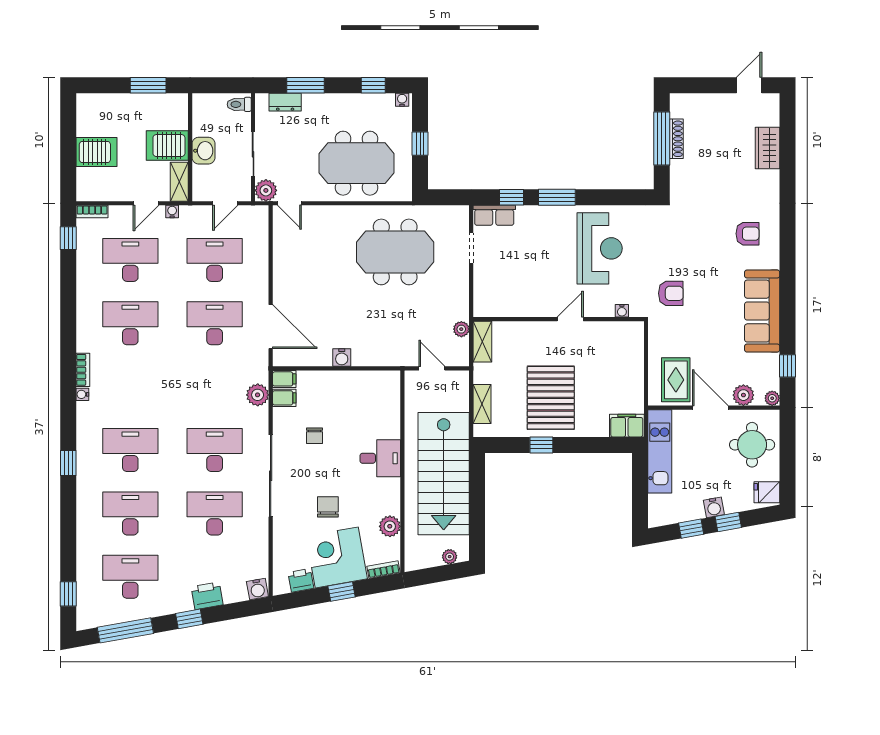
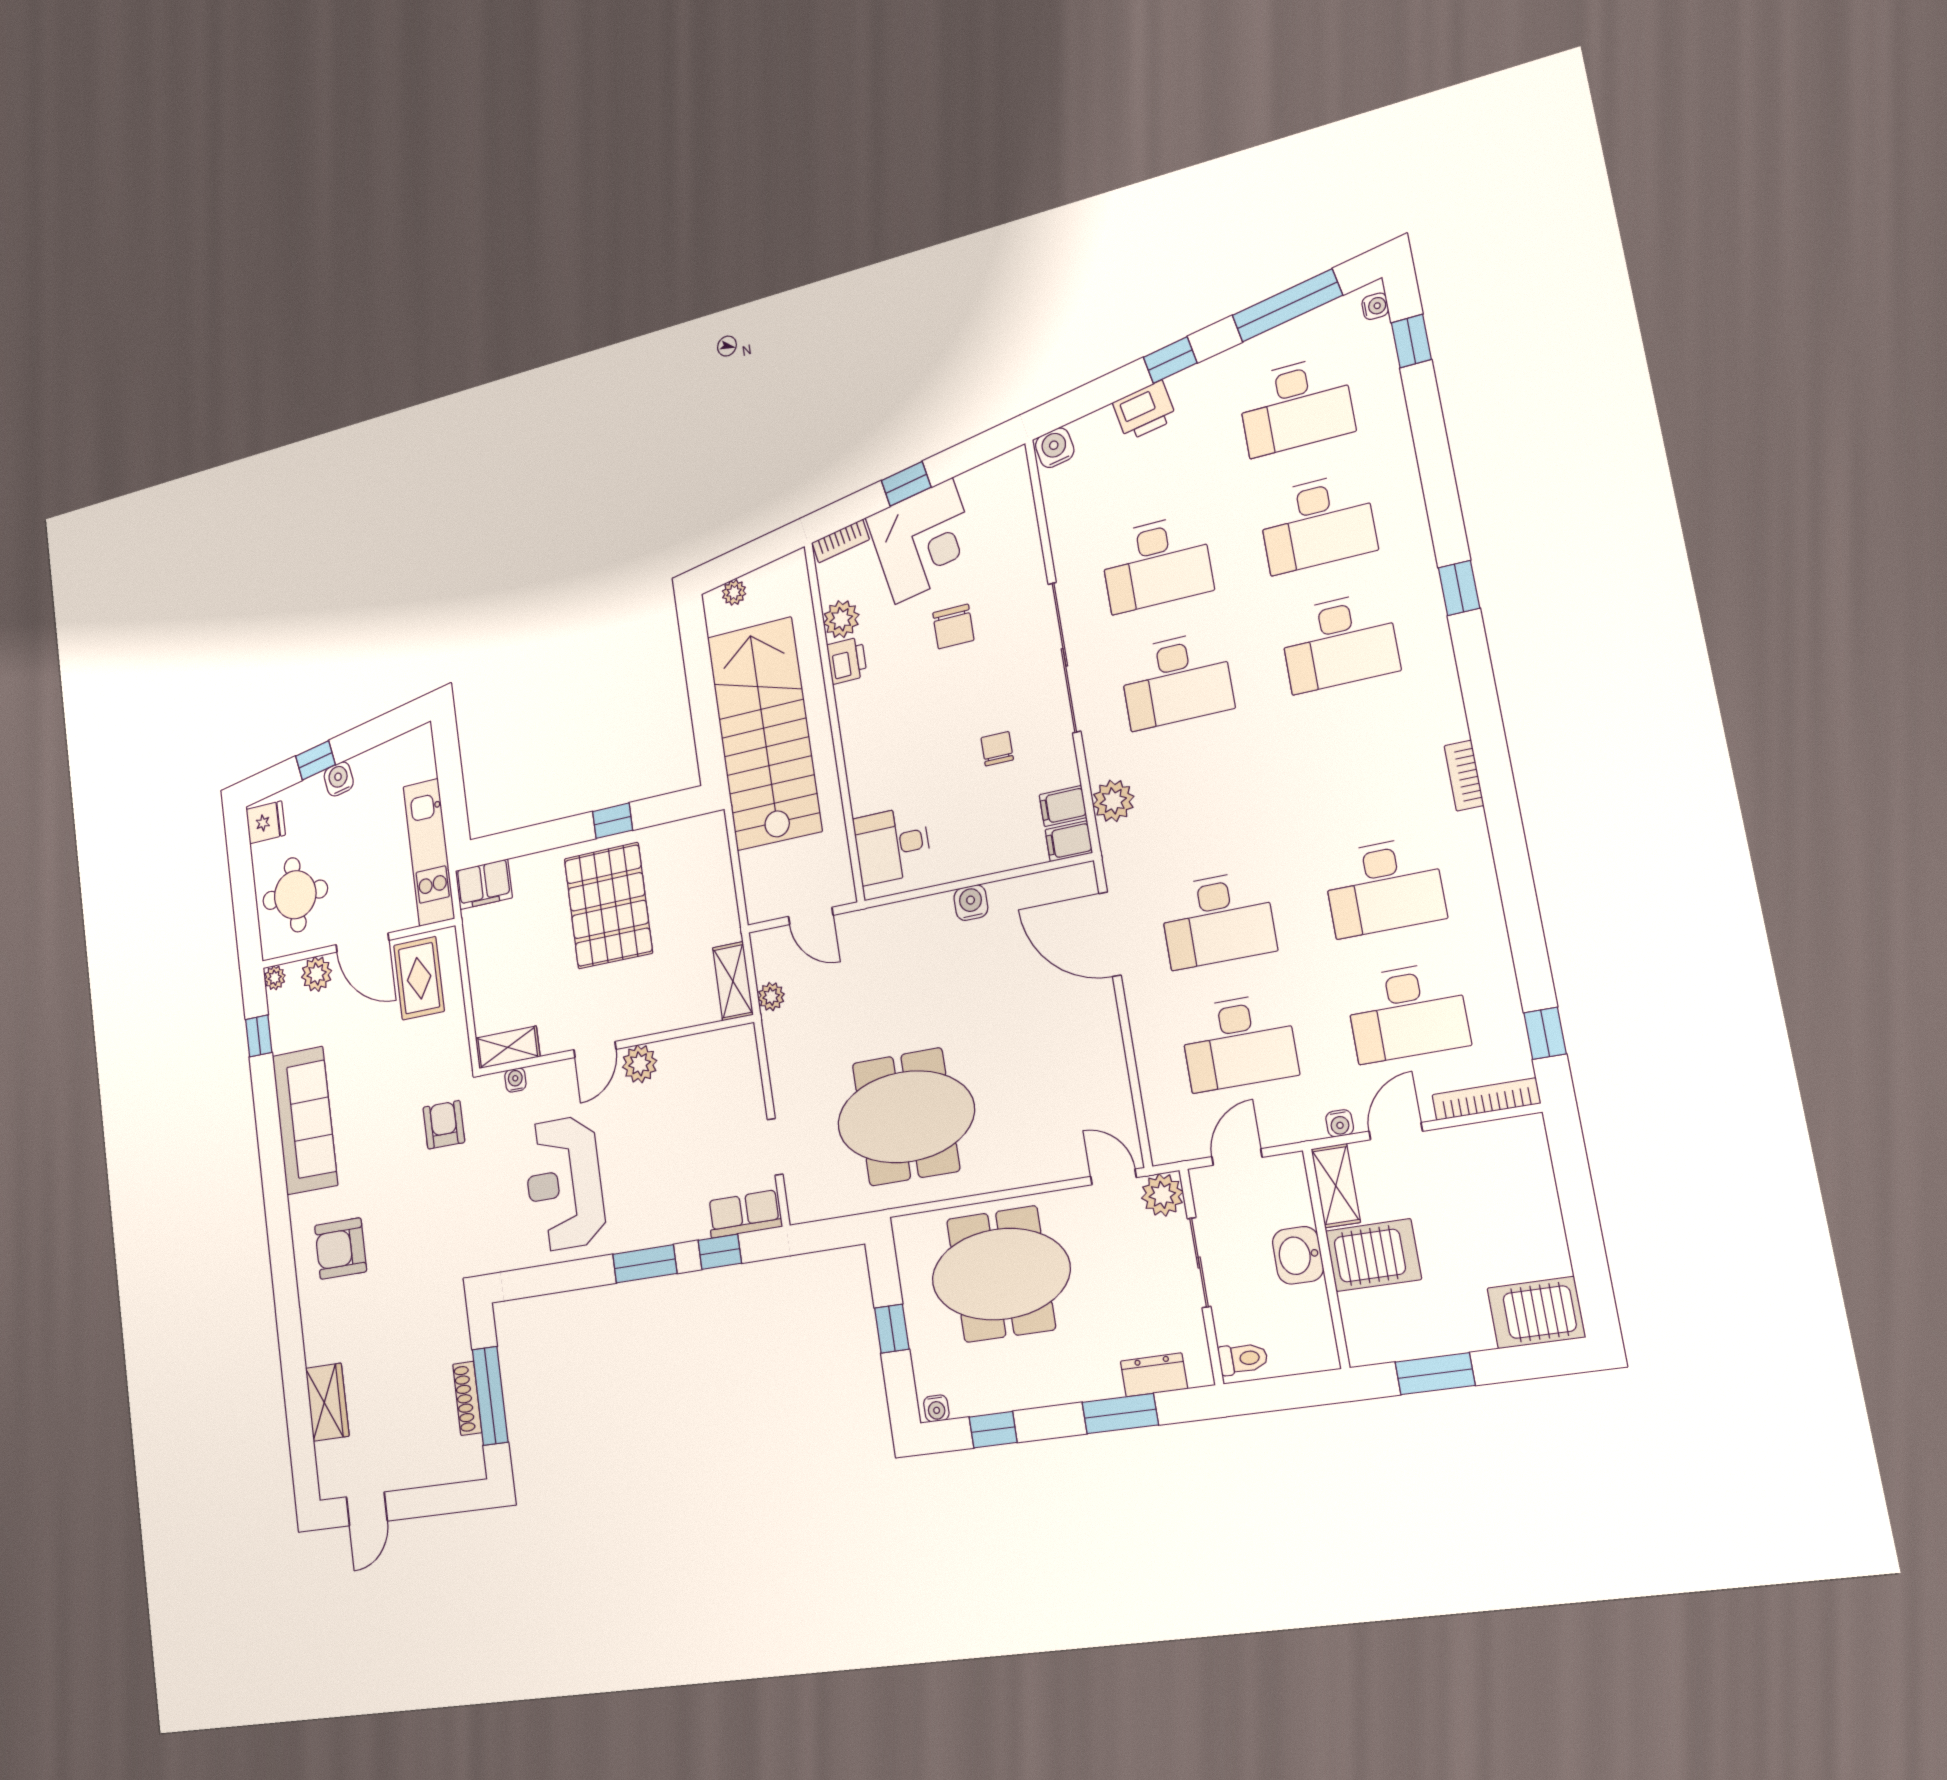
server rack: (97, 152) -> (1536, 1313), moved
bookcase: (92, 212) -> (1486, 1099), width x1.56
armchair: (748, 234) -> (341, 1249), width x1.38, depth x1.38
armchair: (671, 293) -> (444, 1125), turned 90
plant: (544, 306) -> (640, 1064), added
water cooler: (82, 394) -> (1375, 306), moved
shelving: (482, 404) -> (508, 1047), moved, turned 90
desk: (380, 458) -> (892, 845), moved
window: (691, 529) -> (368, 736), removed
printer: (301, 580) -> (847, 660), moved, turned -80

